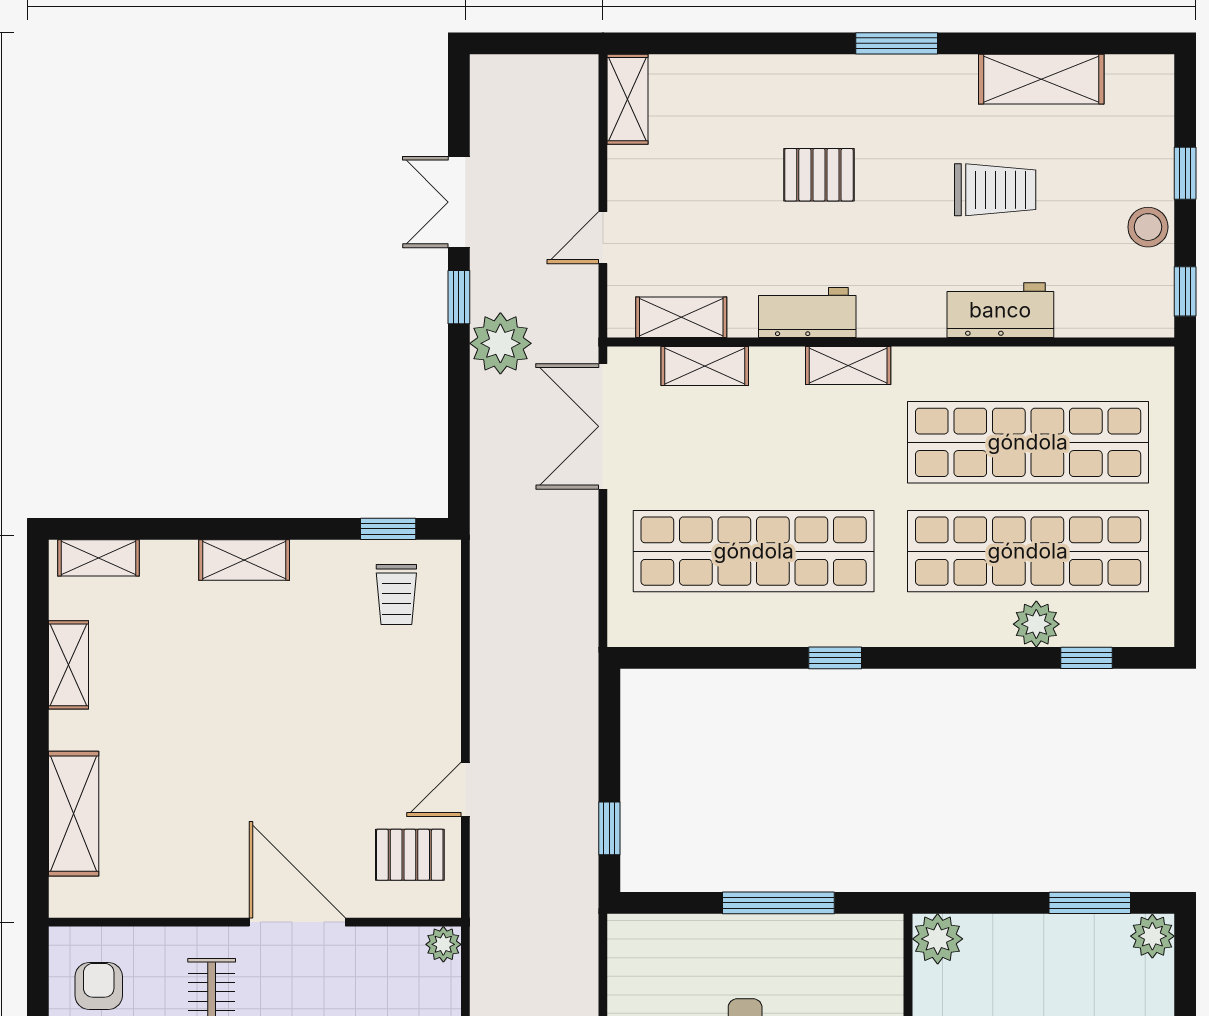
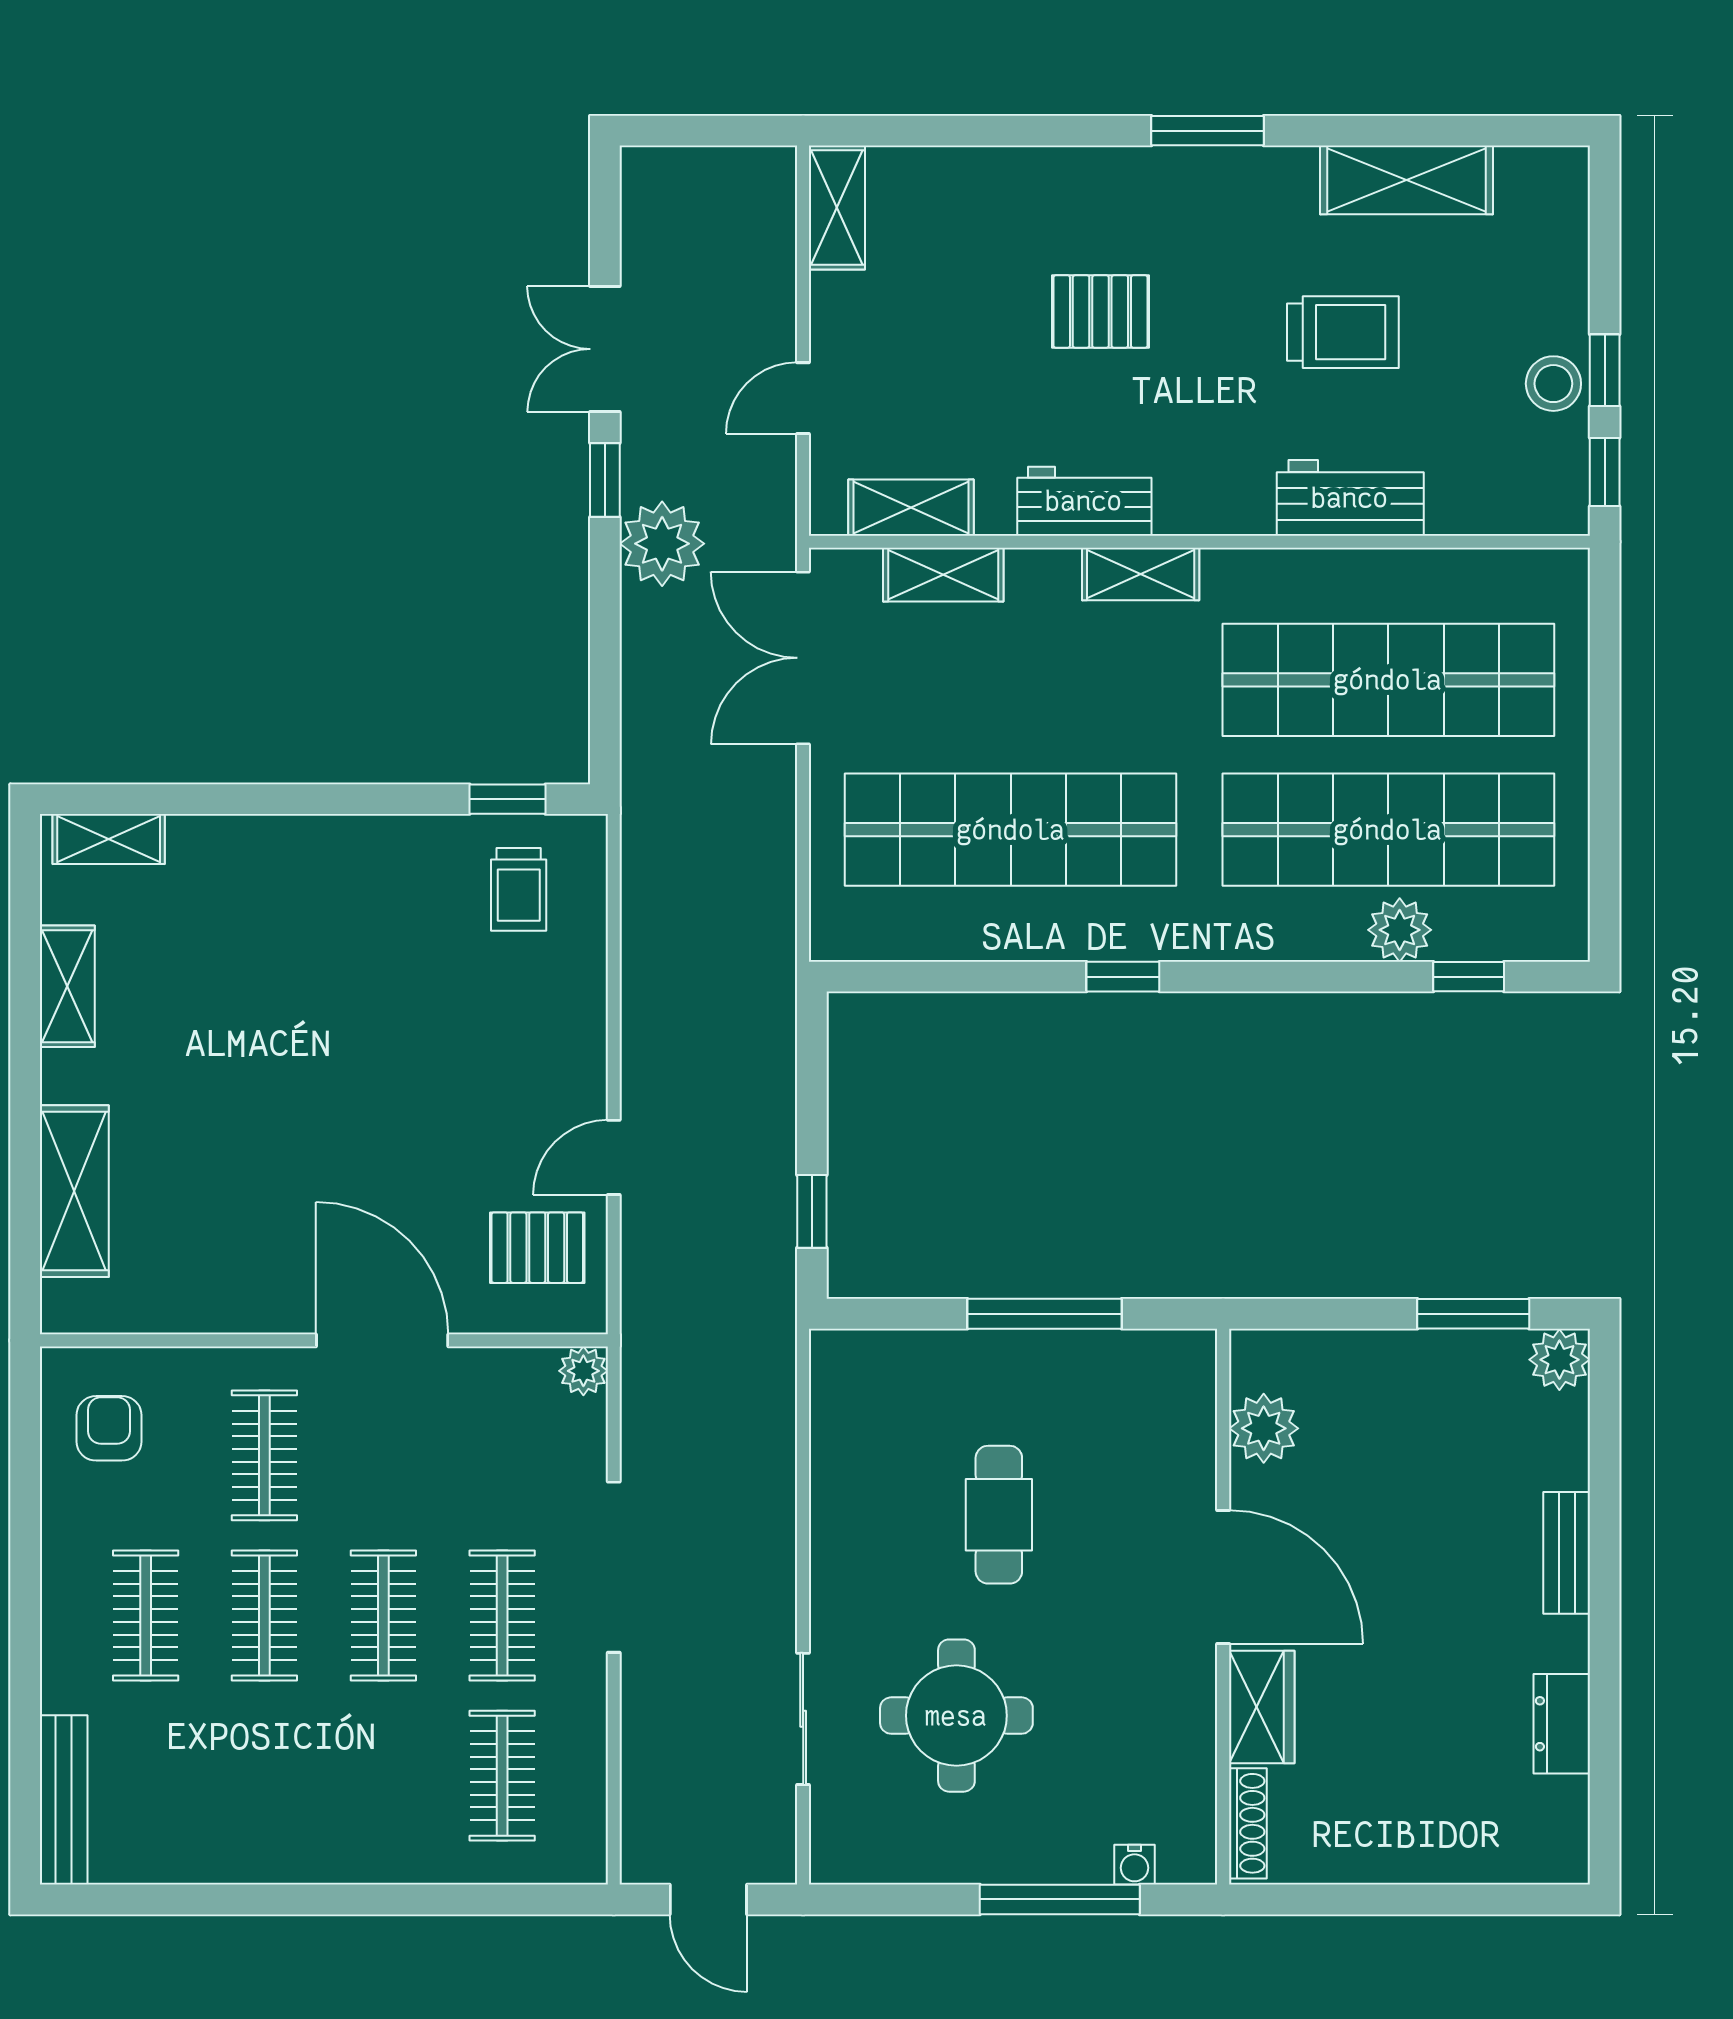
window: (1185, 173) -> (1605, 370), moved
shelving: (244, 560) -> (309, 842), removed
plant: (938, 939) -> (1264, 1428), moved

